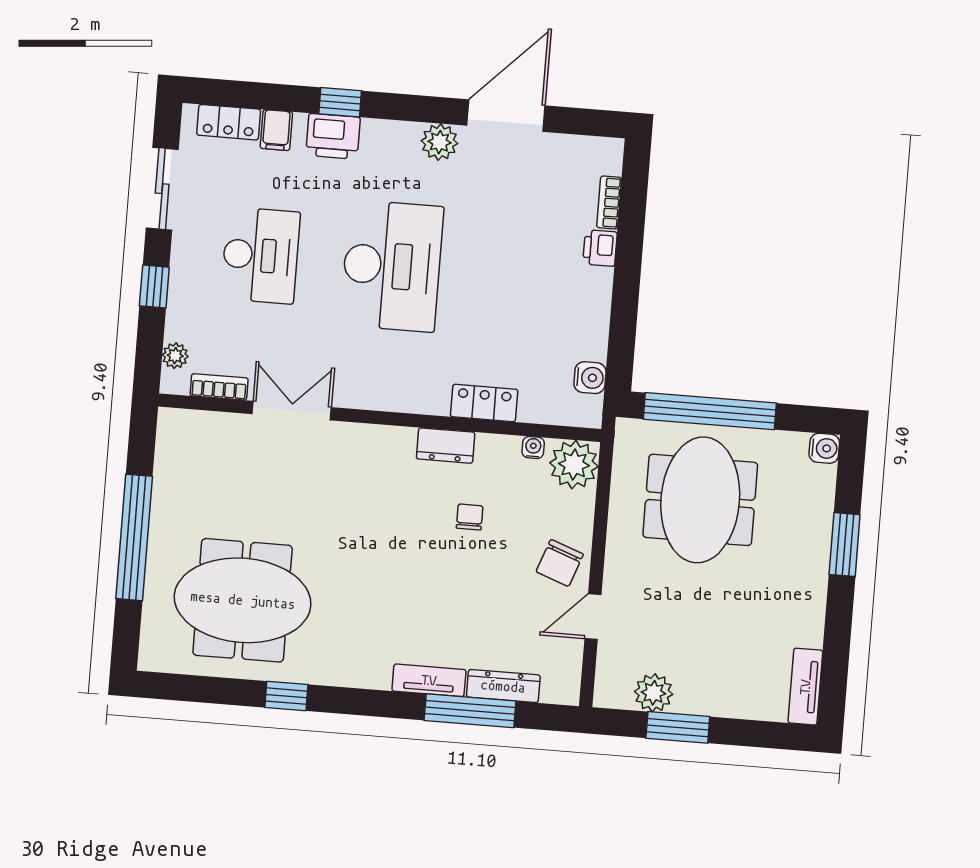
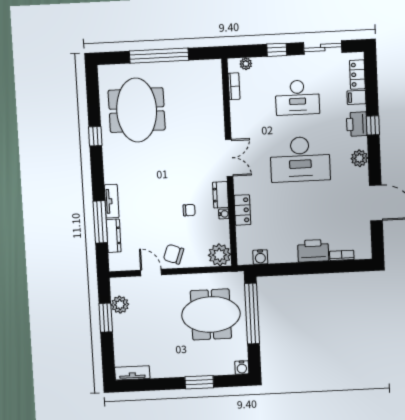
plant: (440, 142) -> (359, 158), moved
printer: (600, 248) -> (313, 251), width x1.87, depth x1.48
double door: (292, 411) -> (229, 158), moved
water cooler: (533, 447) -> (224, 214), moved

